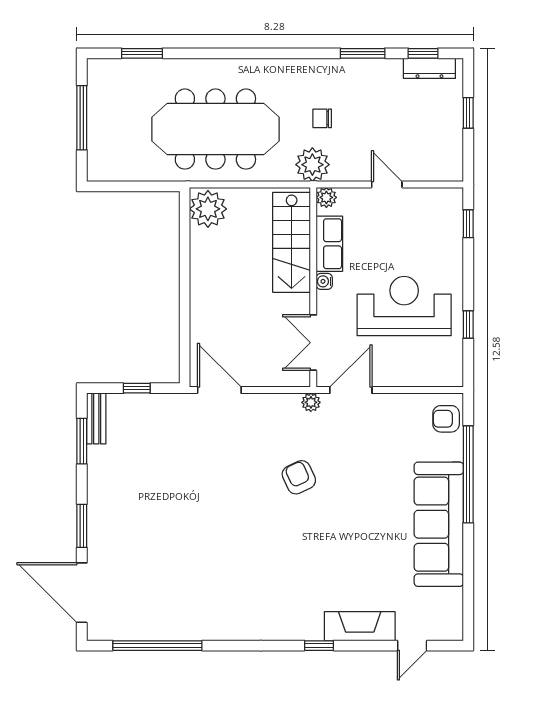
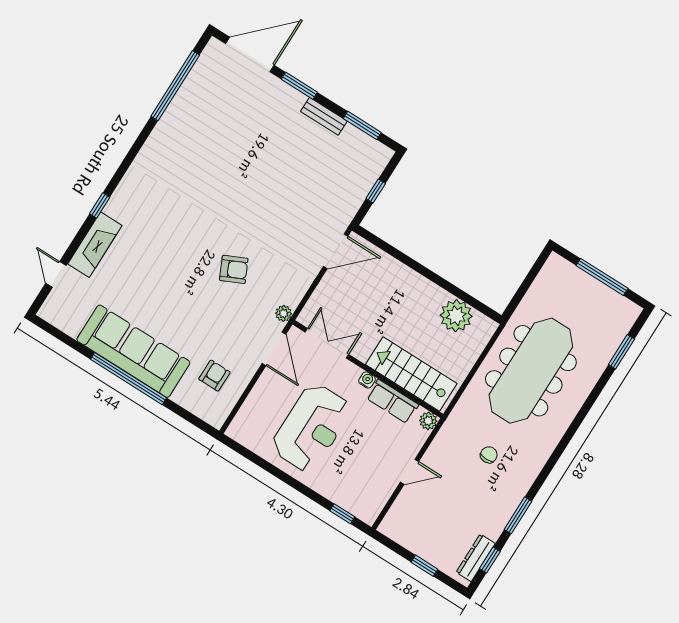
plant: (312, 165) -> (459, 426), removed
plant: (208, 209) -> (456, 316), moved
window: (468, 325) -> (268, 466), removed
bench: (96, 418) -> (324, 116), moved
armchair: (446, 419) -> (214, 376), moved
window: (468, 474) -> (128, 379), moved

